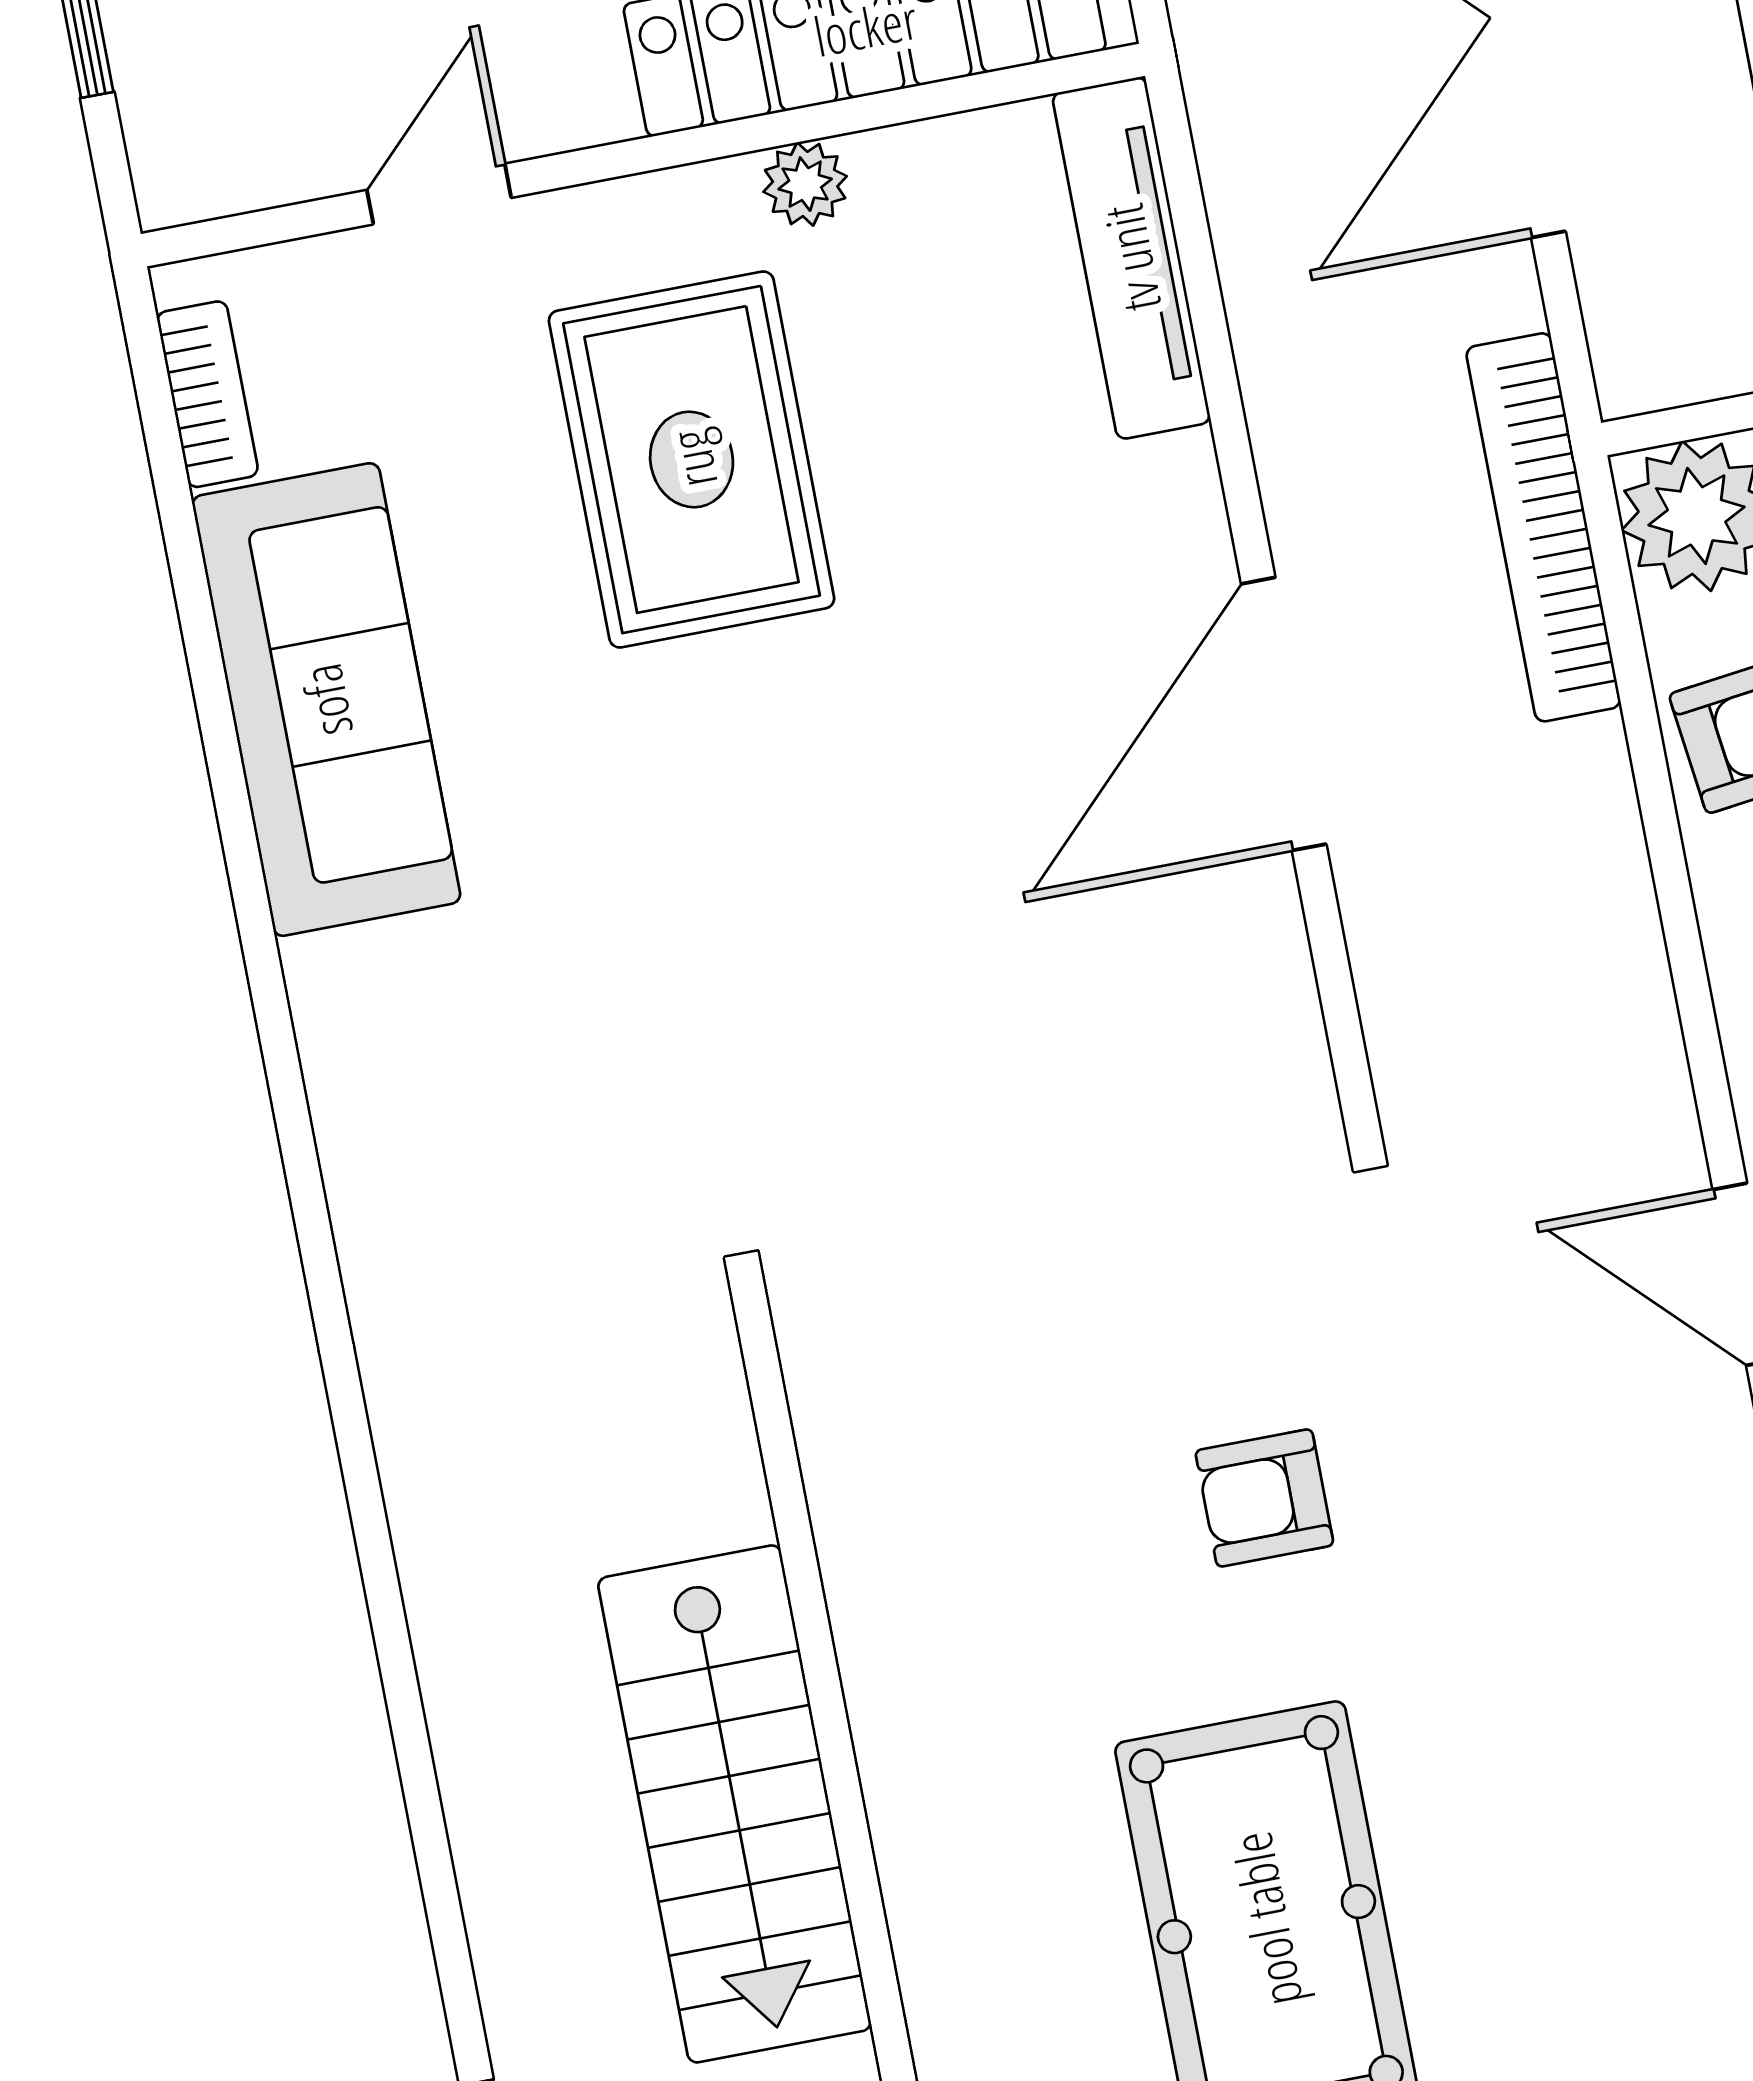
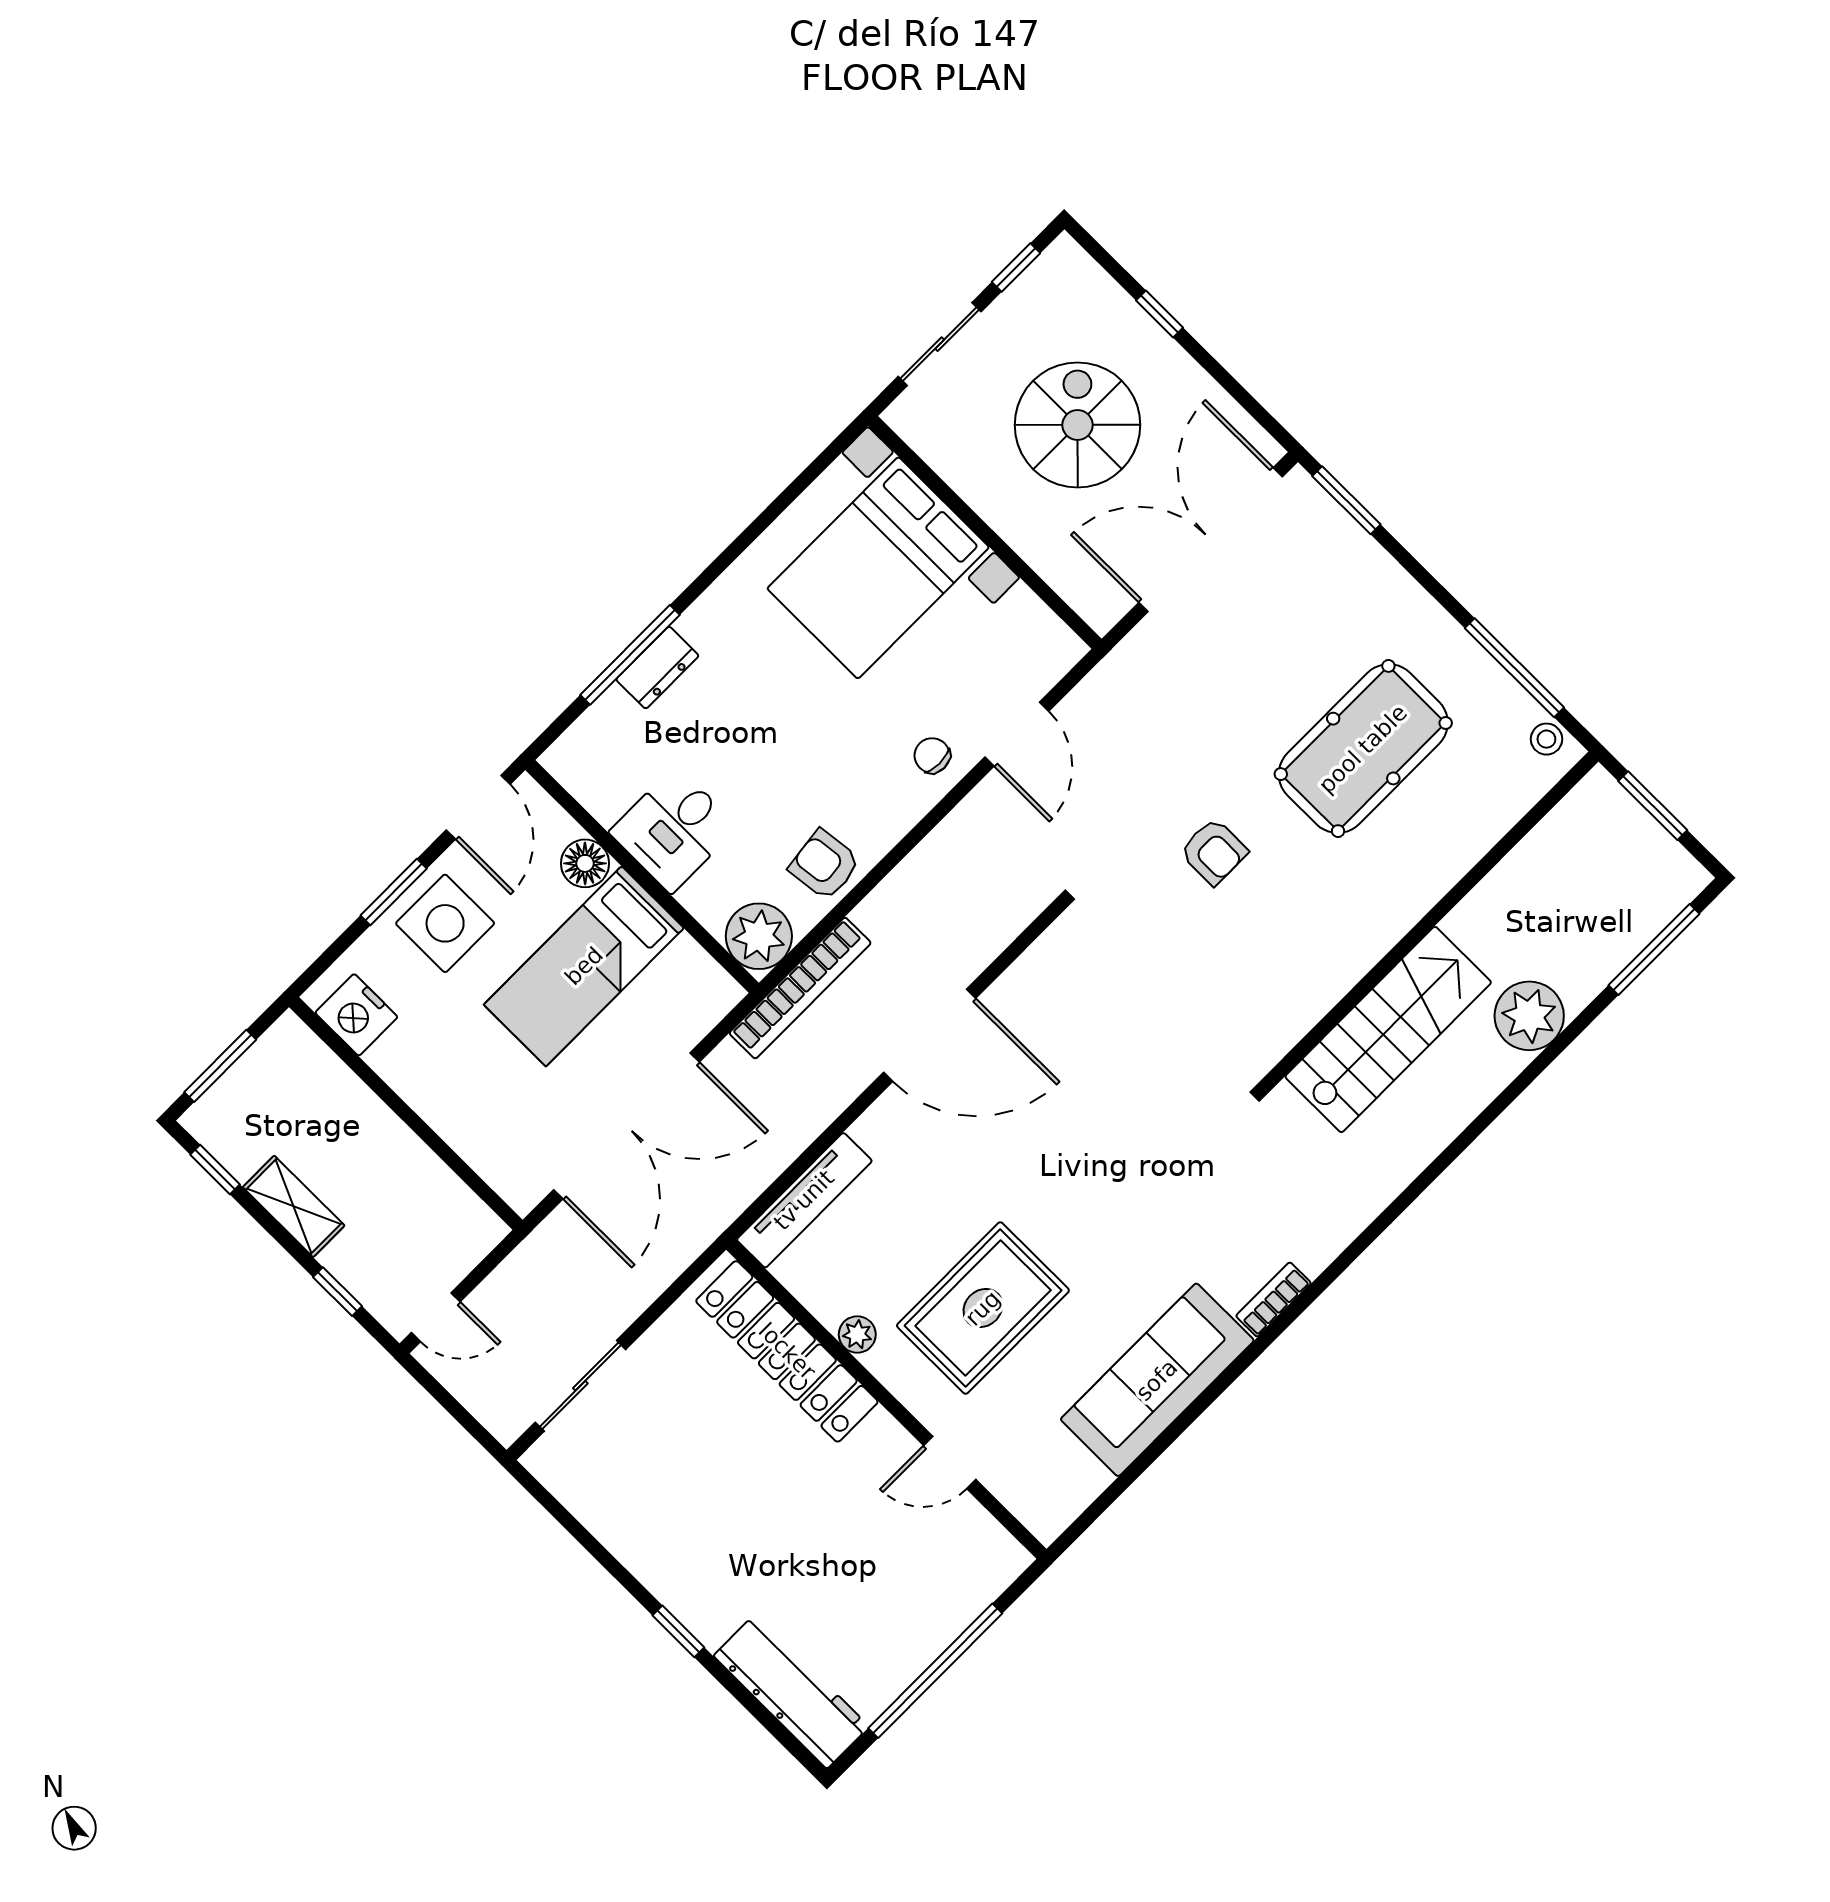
bookcase: (207, 394) -> (1273, 1299), moved
stairs: (735, 1804) -> (1388, 1029), moved
plant: (537, 1888) -> (1529, 1016), added

